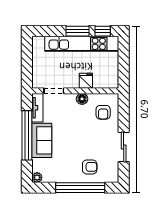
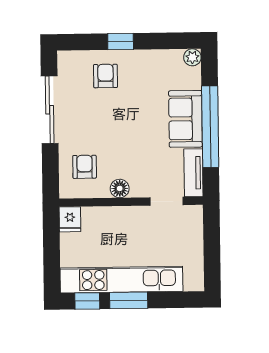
fridge: (86, 81) -> (70, 219), moved
sliding door: (124, 147) -> (50, 110), width x1.37
armchair: (90, 167) -> (105, 76), turned 90
window: (80, 188) -> (121, 42), width x0.32

